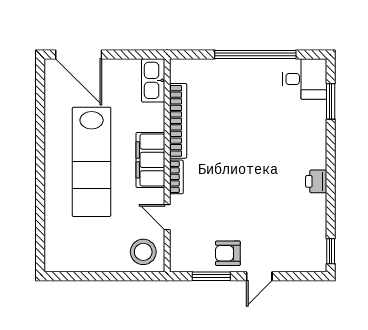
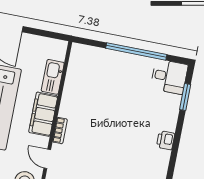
kitchen sink: (153, 80) -> (53, 77), moved
bookcase: (178, 121) -> (69, 89), removed
printer: (316, 181) -> (166, 140), moved

